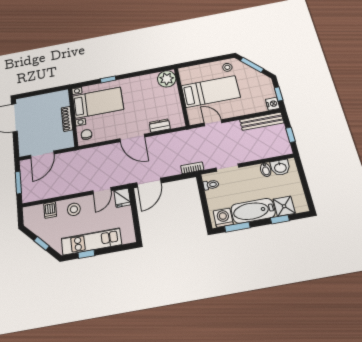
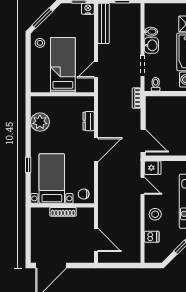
plant: (167, 79) -> (40, 122), moved
washbasin: (280, 167) -> (151, 45), moved
window: (18, 183) -> (120, 266), removed

